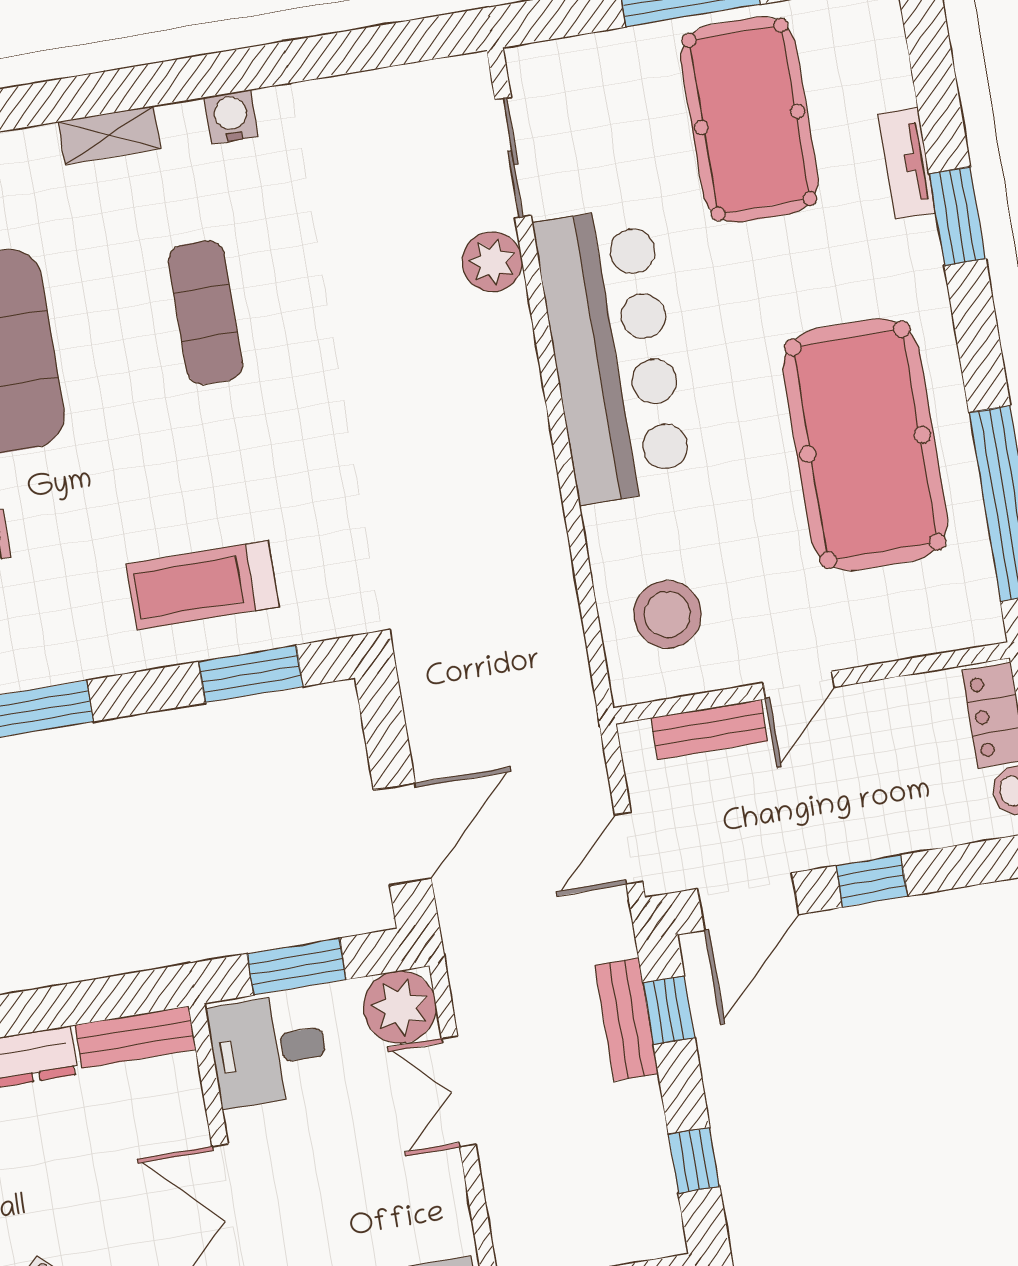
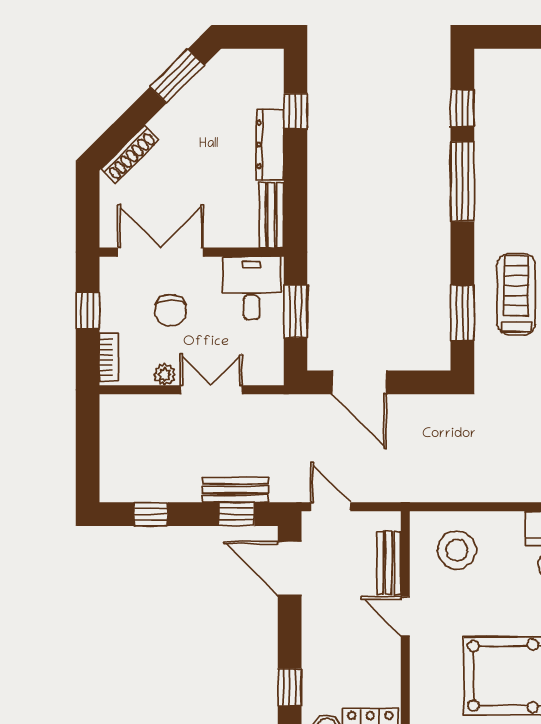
window: (872, 881) -> (290, 687), moved
plant: (400, 1007) -> (165, 374), moved, width x0.53, depth x0.53
chair: (332, 1185) -> (171, 311), added

